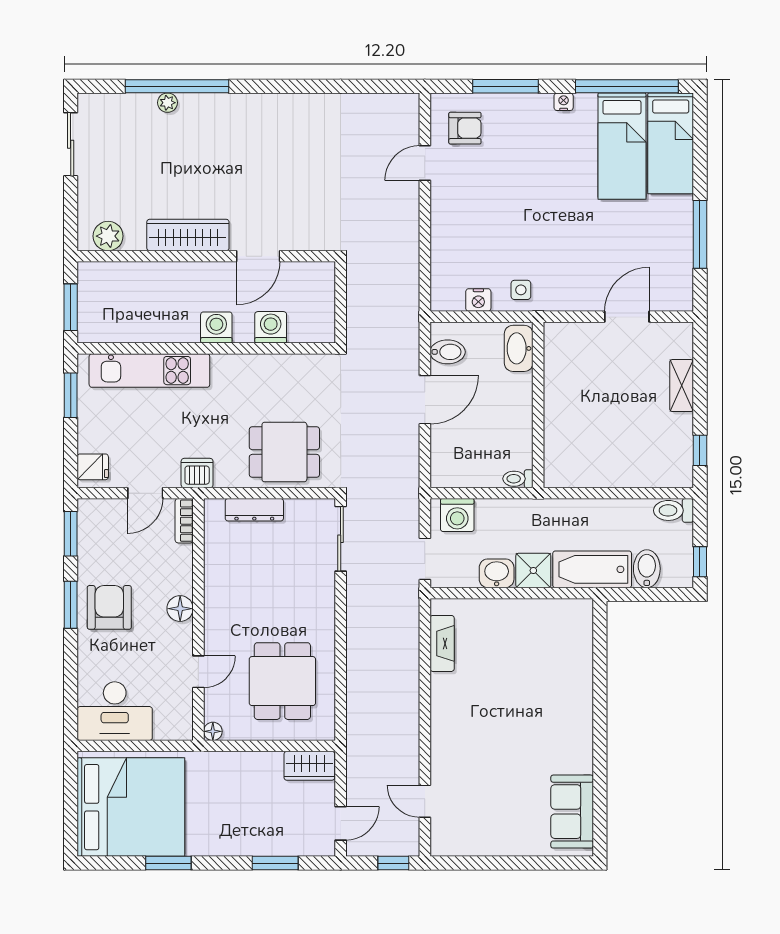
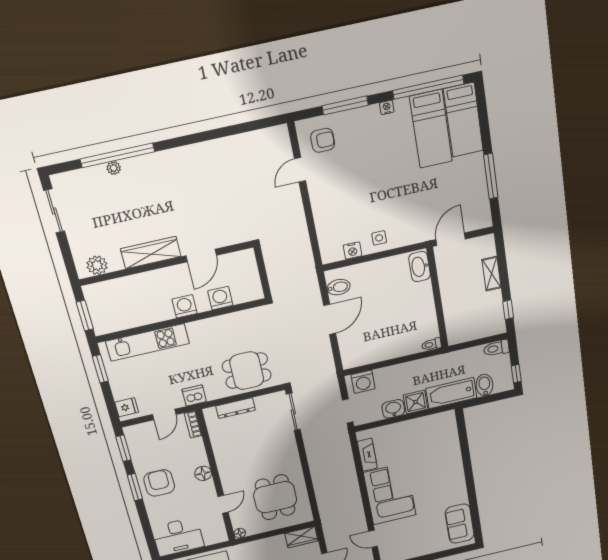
washbasin: (519, 348) -> (420, 267), moved
wall: (538, 405) -> (437, 298), moved
toilet: (518, 479) -> (431, 344), moved
corner sofa: (466, 724) -> (390, 494), added

